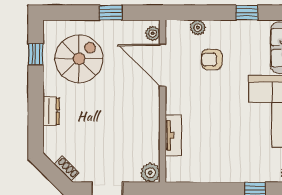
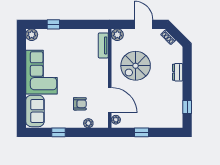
spiral stairs: (79, 59) -> (136, 66), moved
tv unit: (173, 135) -> (103, 45), moved

